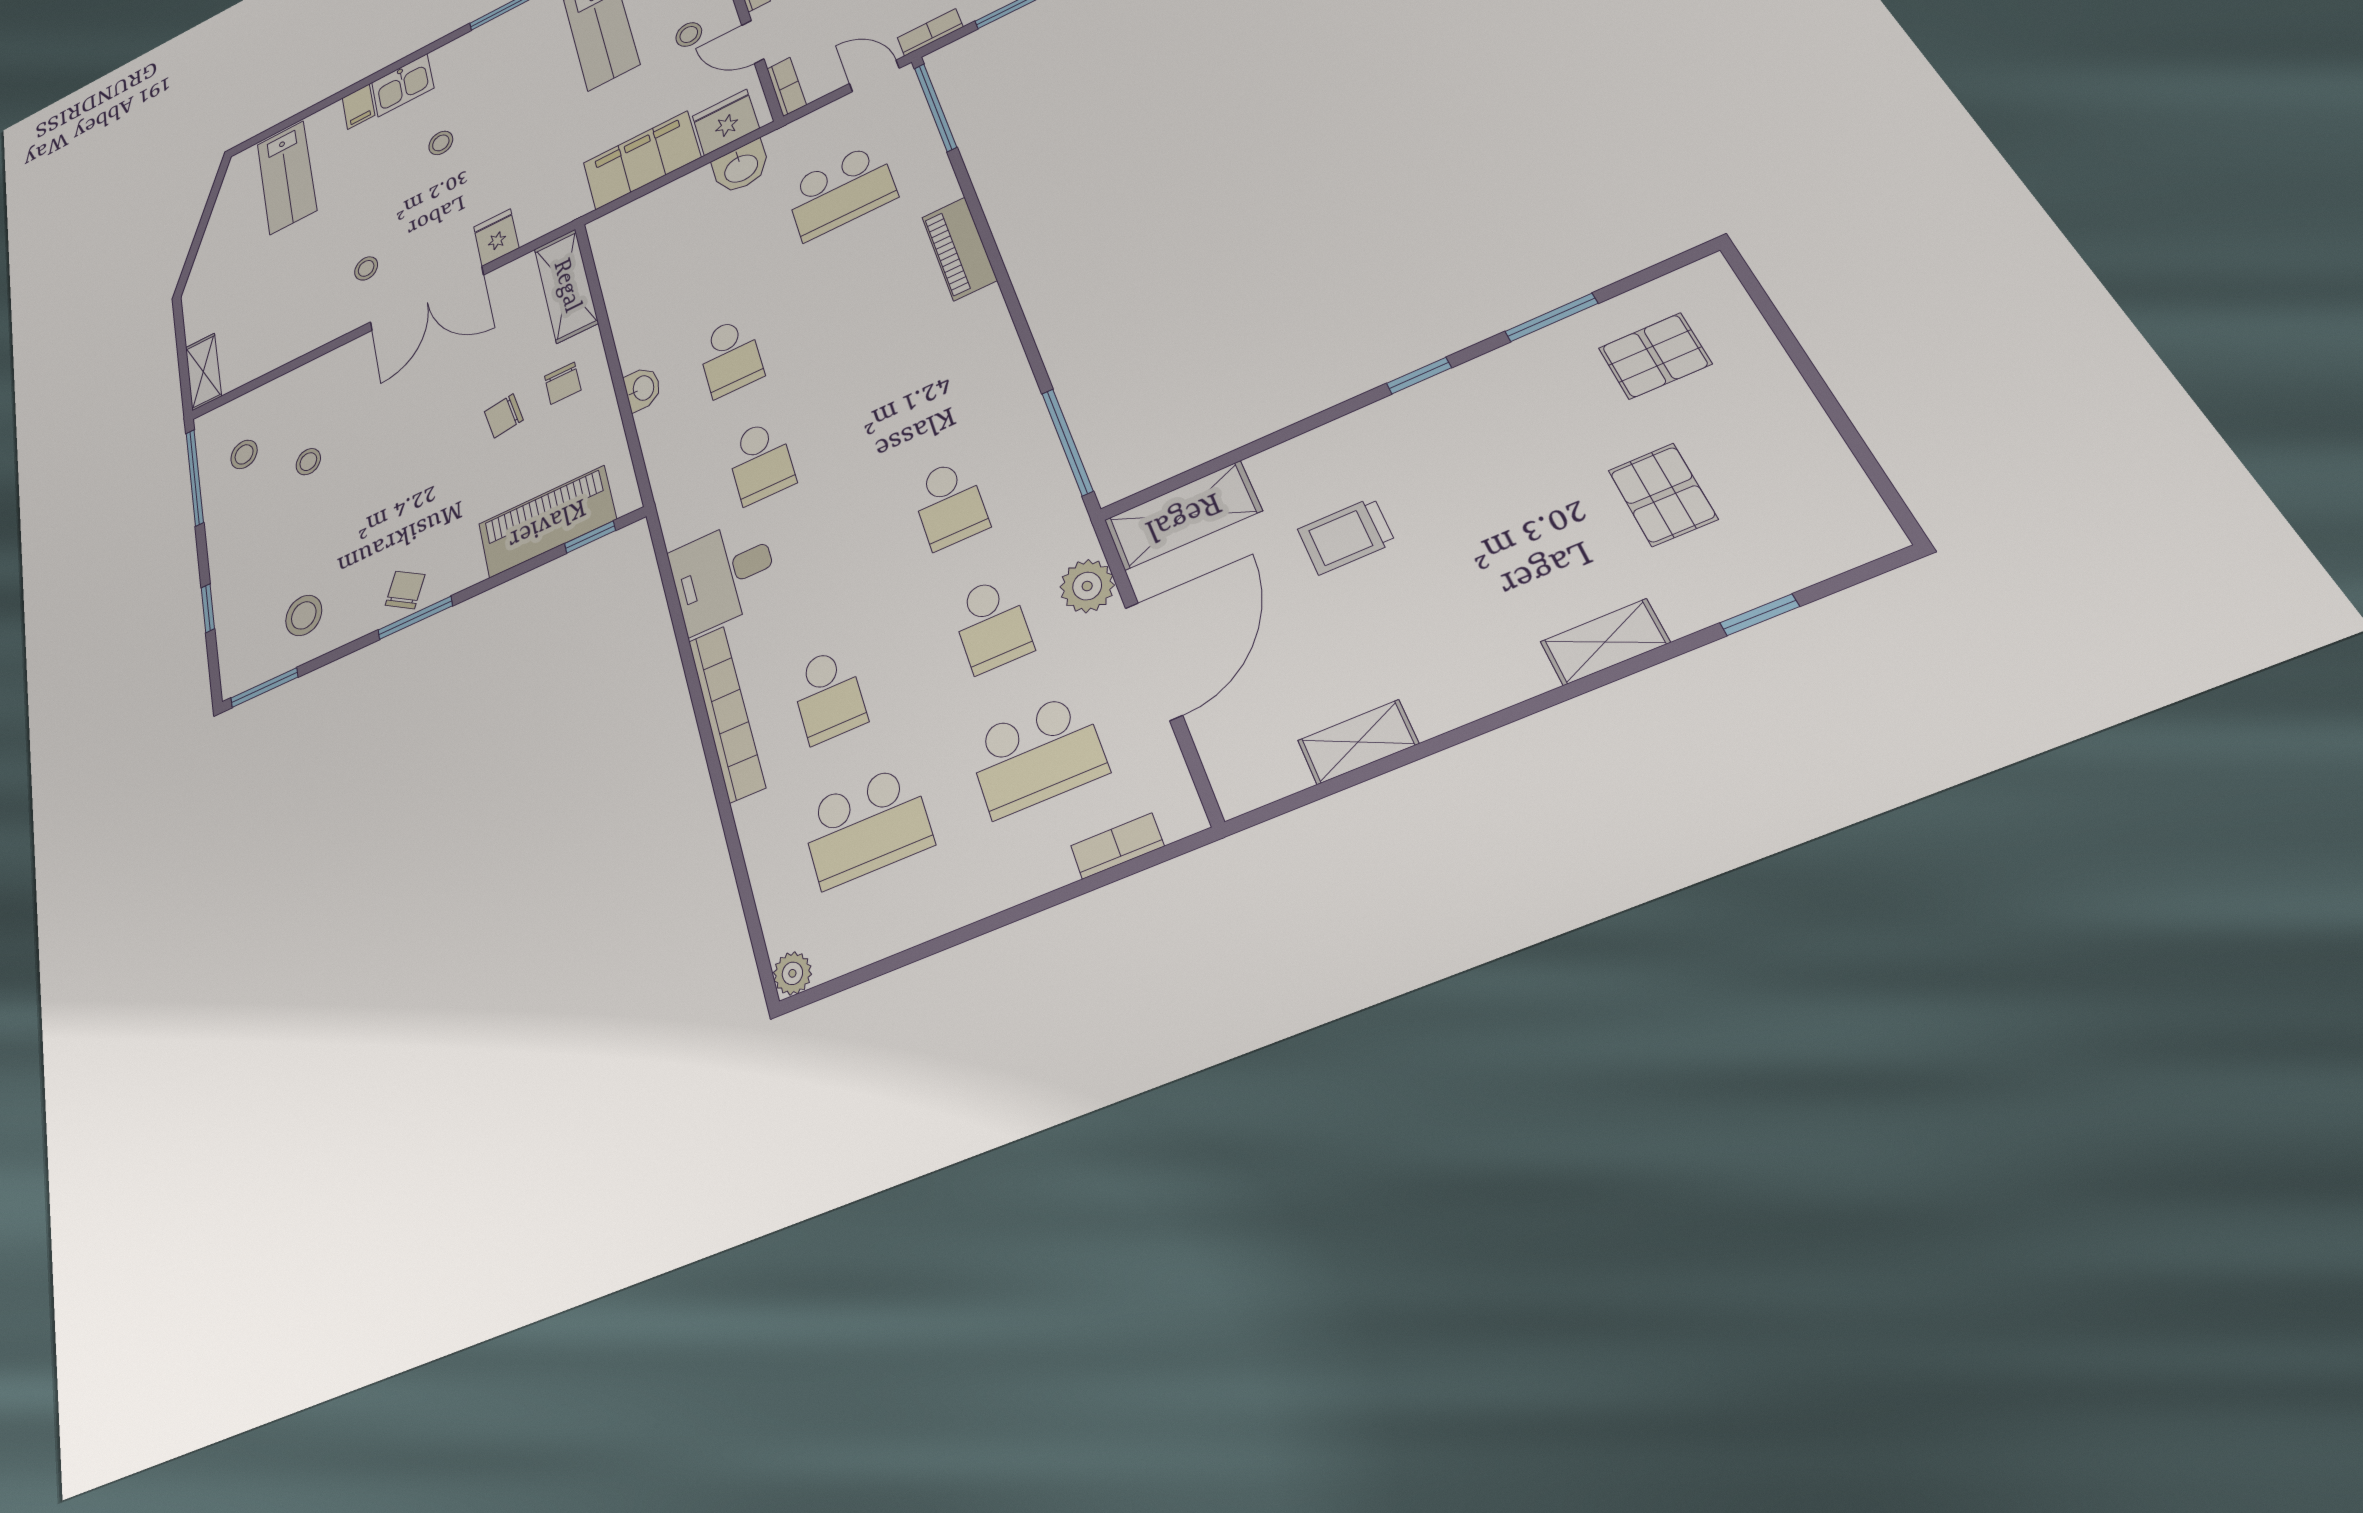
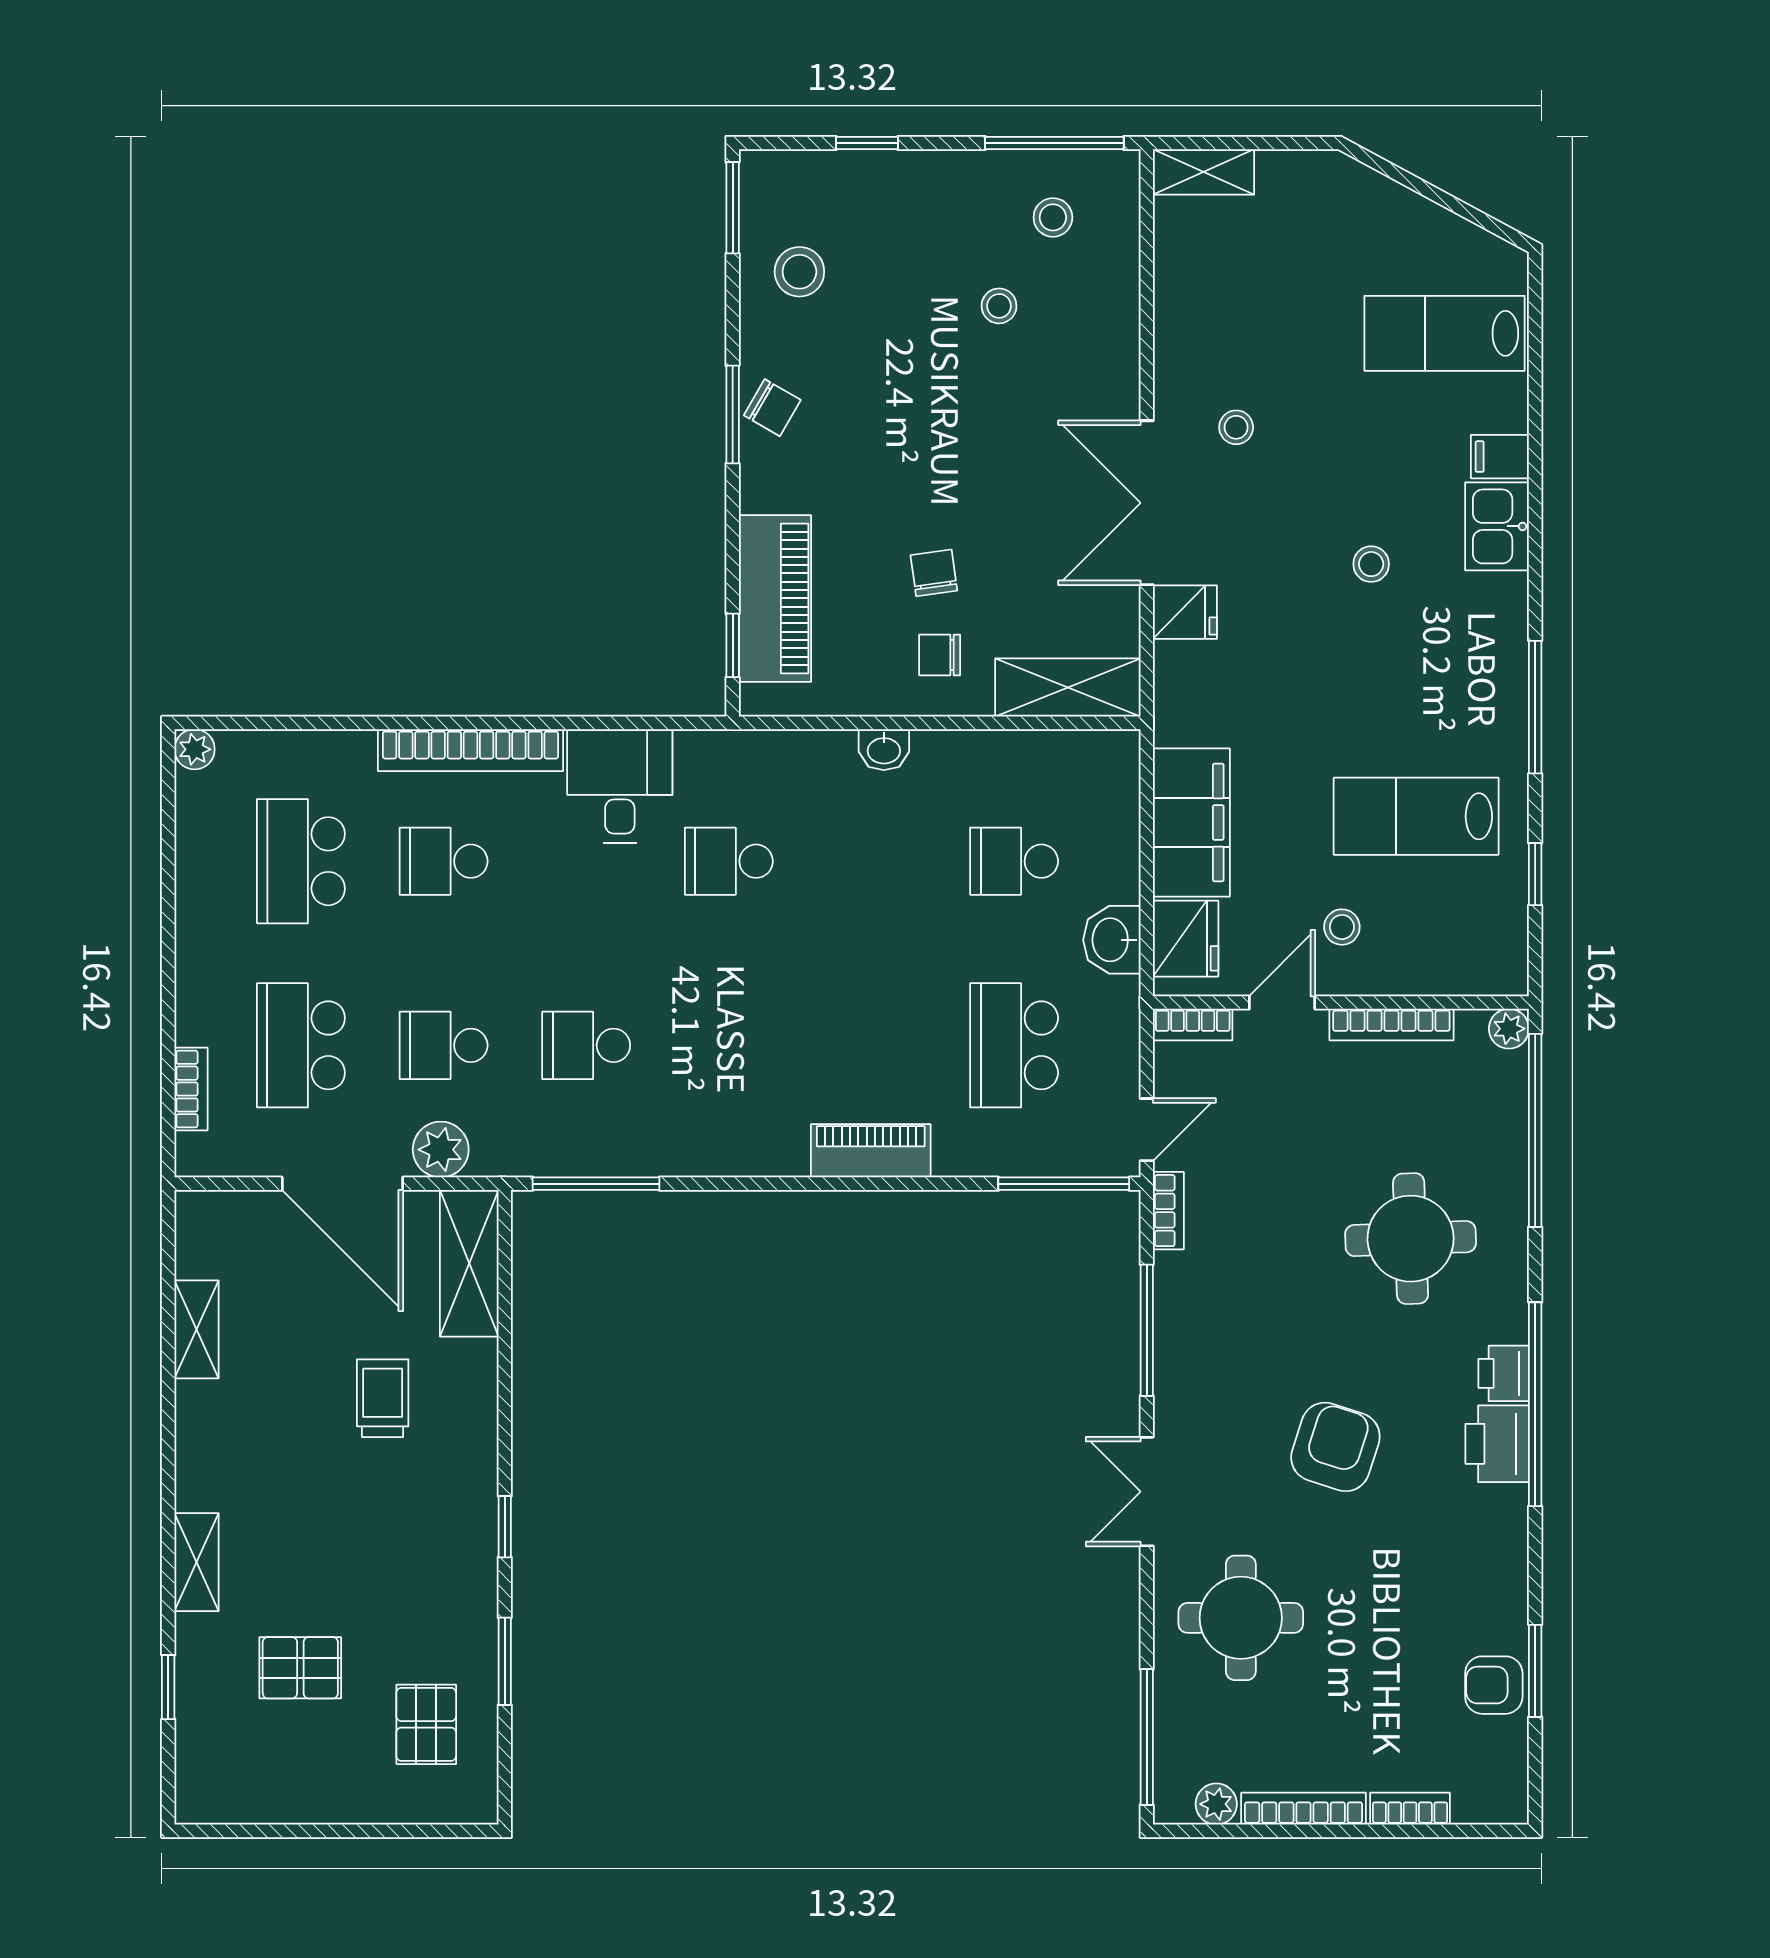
school desk: (730, 357) -> (1014, 861), moved

